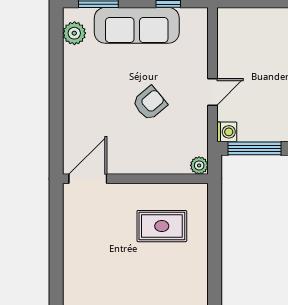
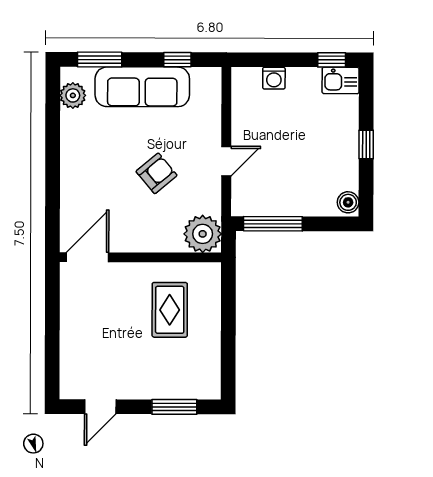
washing machine: (227, 132) -> (274, 78), moved, turned 90
plant: (199, 165) -> (203, 234), width x1.88, depth x1.88
rug: (162, 226) -> (170, 310), turned 90

